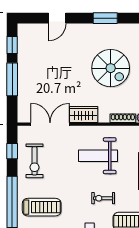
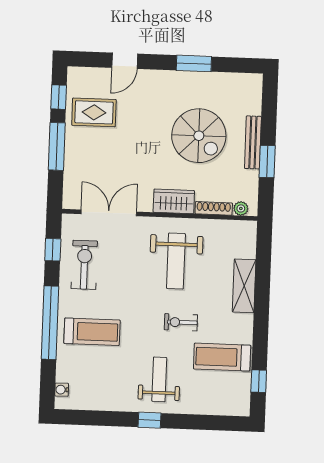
rug: (37, 55) -> (94, 112), added
wardrobe: (84, 114) -> (174, 201), moved
weight bench: (98, 156) -> (176, 261), turned -90
exercise bike: (34, 161) -> (84, 265), turned 180

